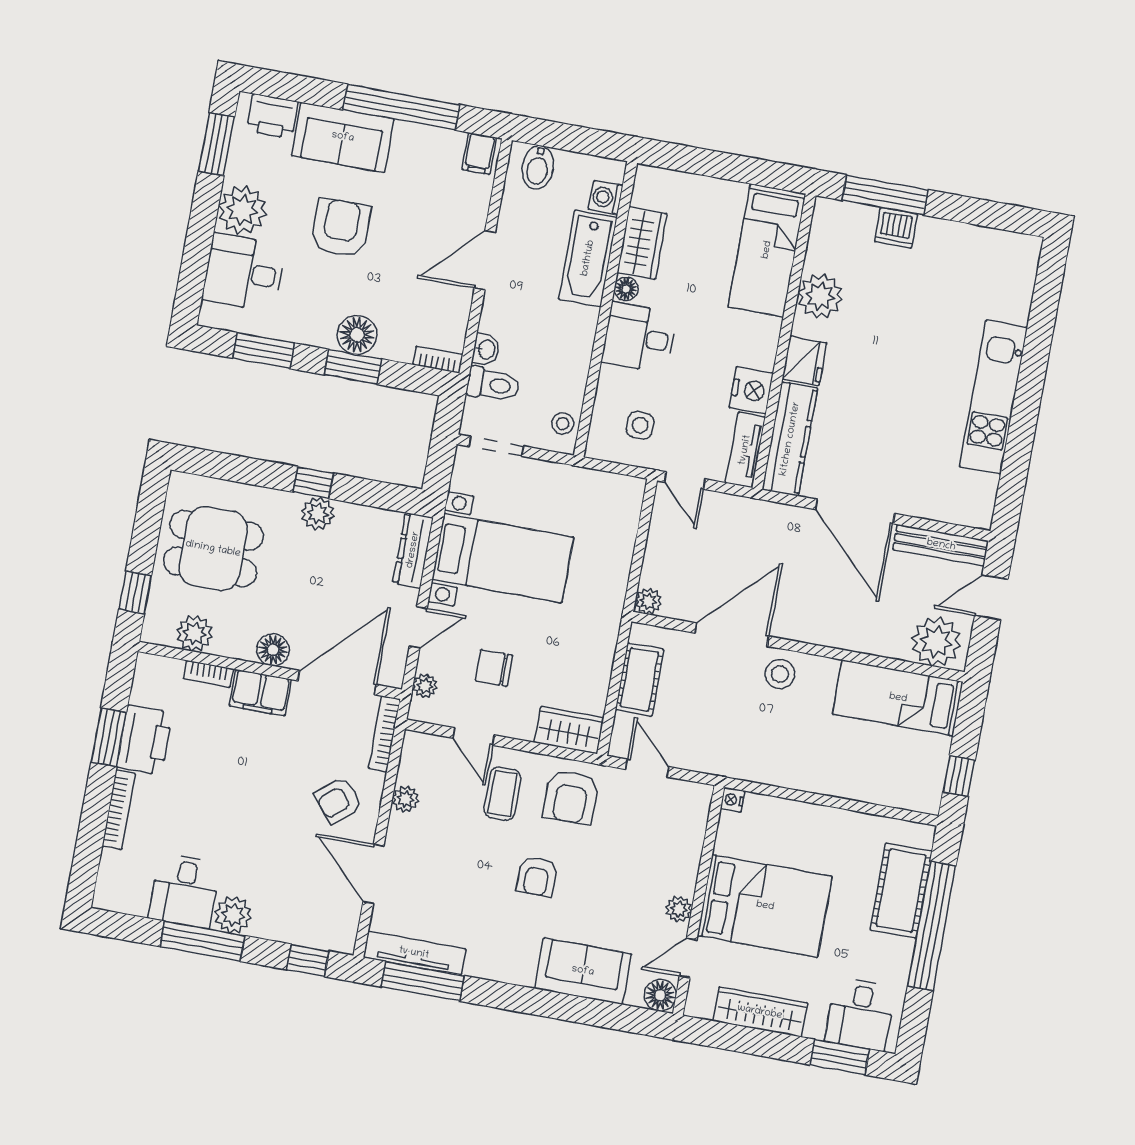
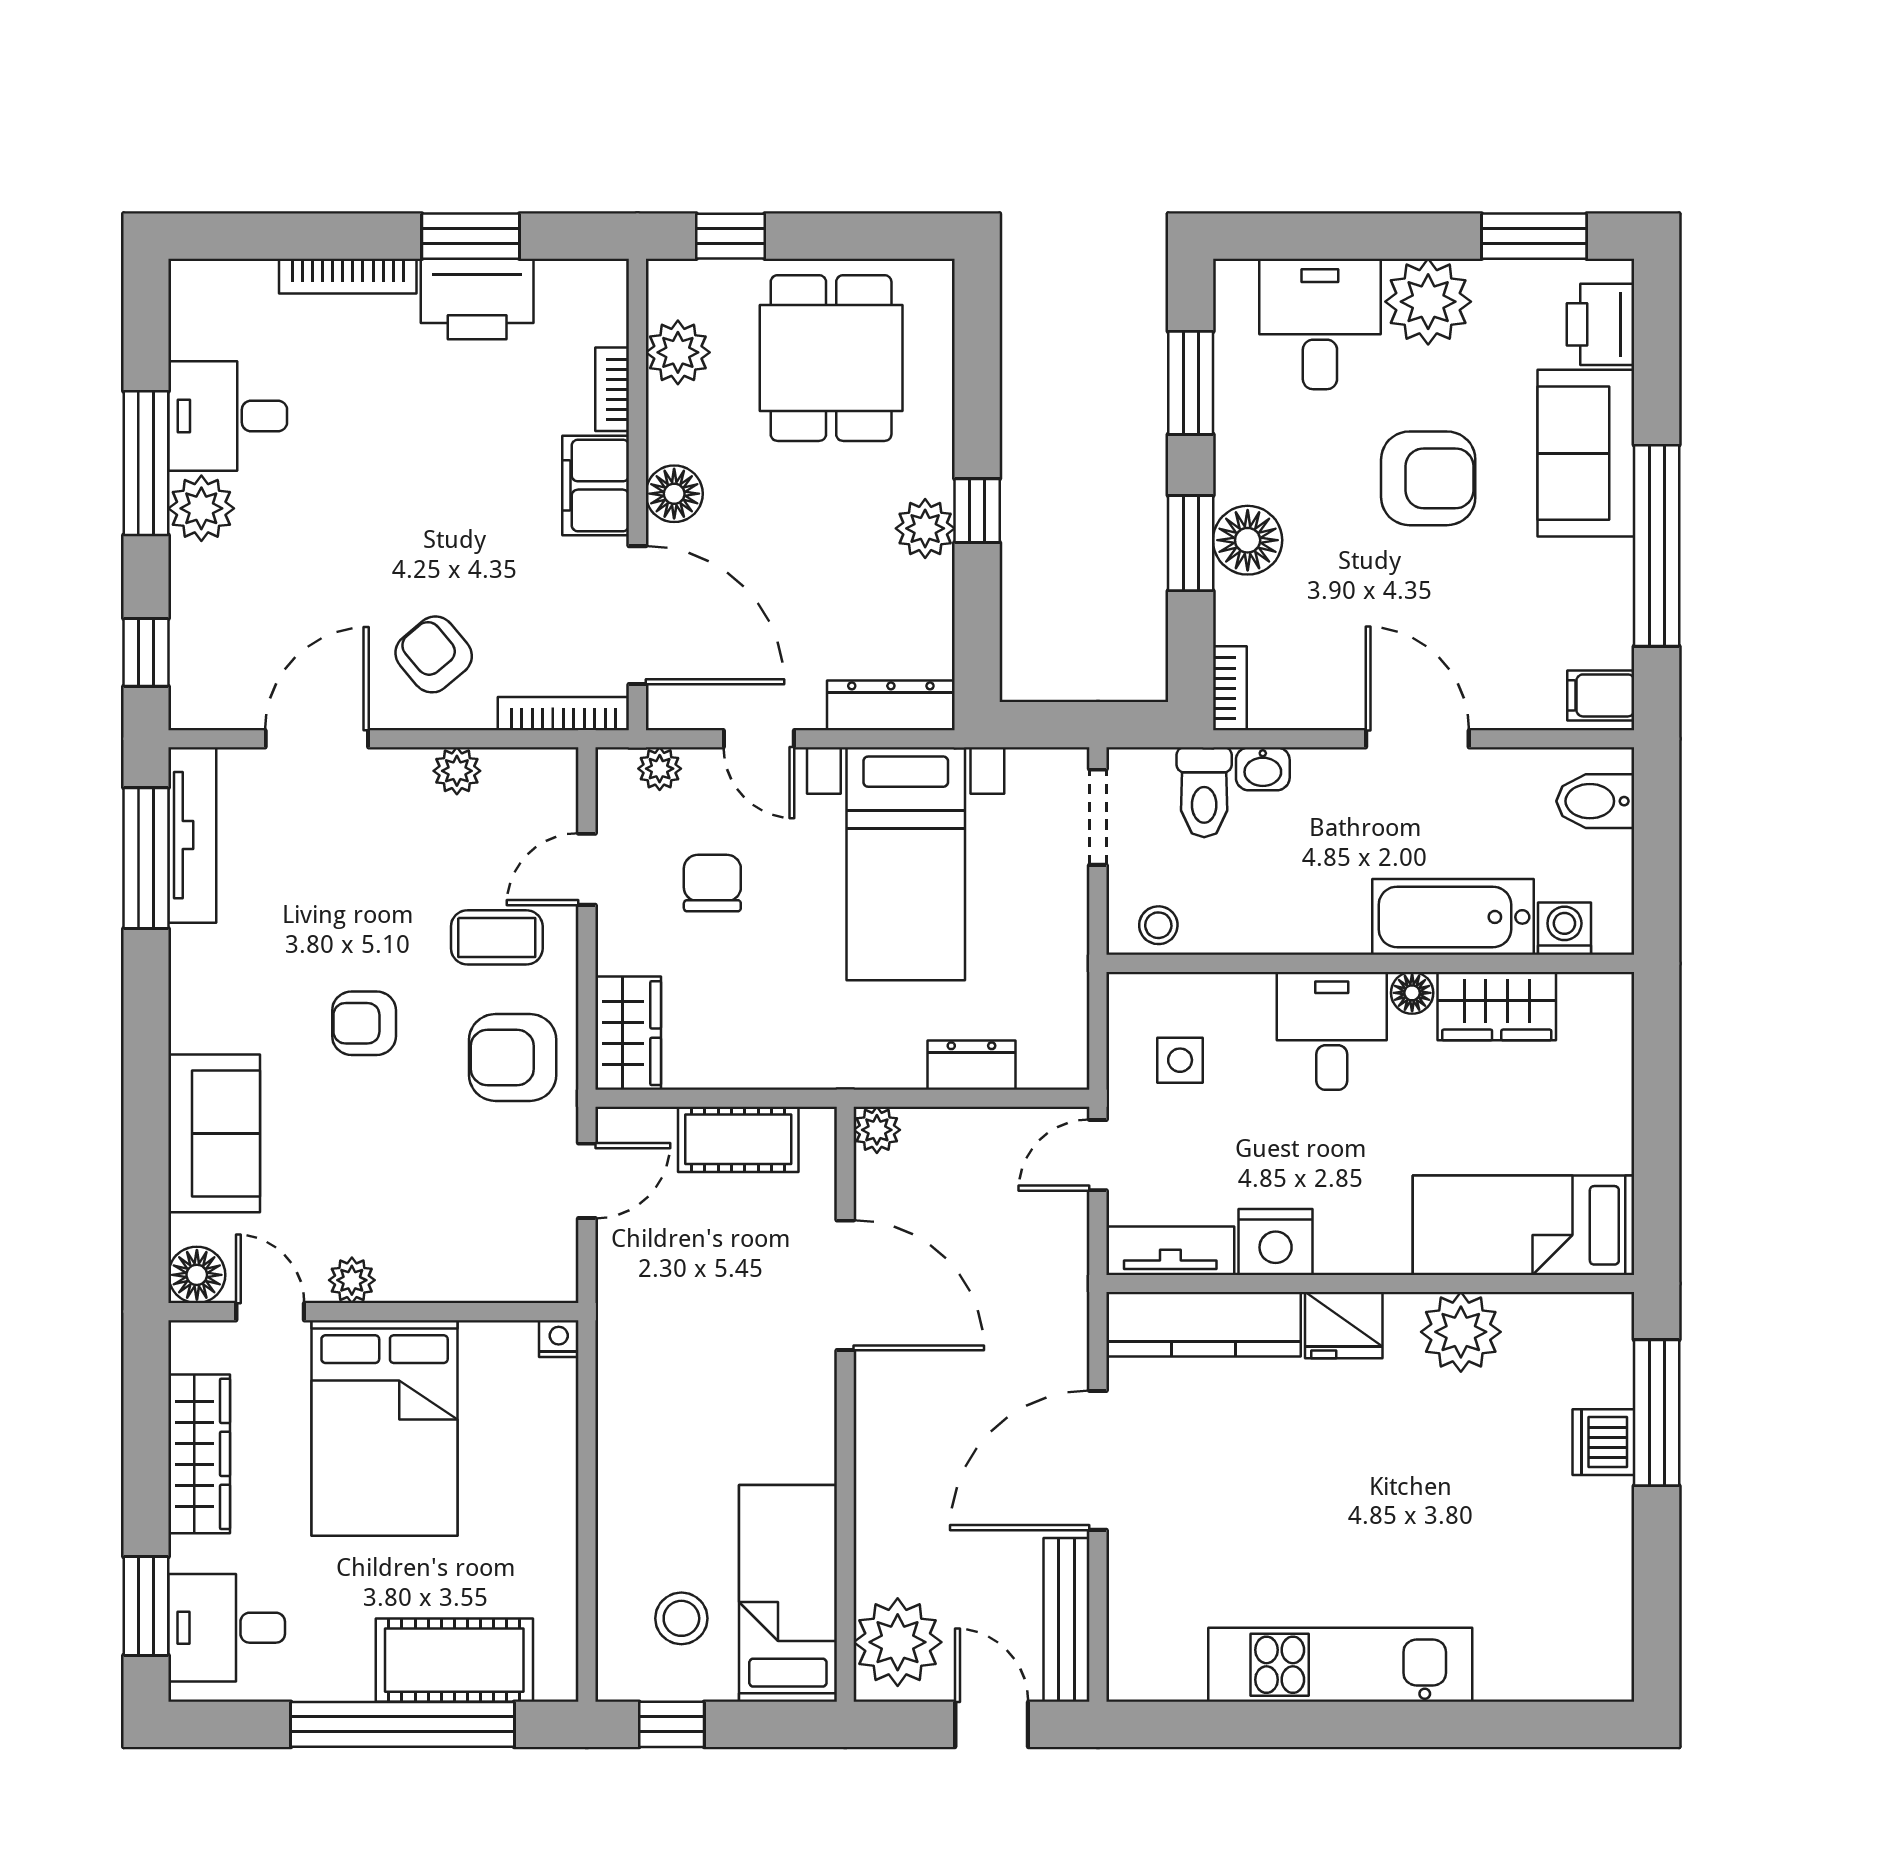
dresser: (622, 542) -> (971, 1065), added
stool: (780, 674) -> (681, 1618), moved

